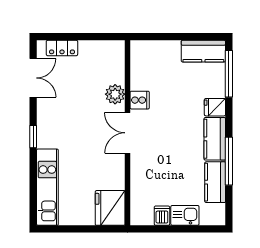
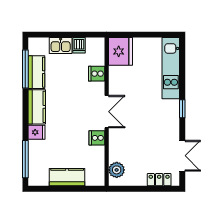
kitchen counter: (203, 51) -> (67, 177), moved
double door: (33, 78) -> (182, 156), swing flipped
plant: (115, 94) -> (117, 170), moved
window: (229, 161) -> (25, 69), moved
cooker: (140, 180) -> (97, 74), added

